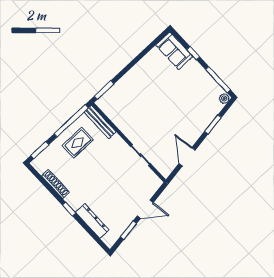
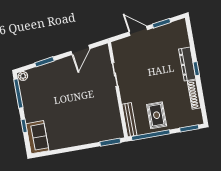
rug: (78, 143) -> (157, 115), turned 90
dresser: (92, 221) -> (187, 64), moved

